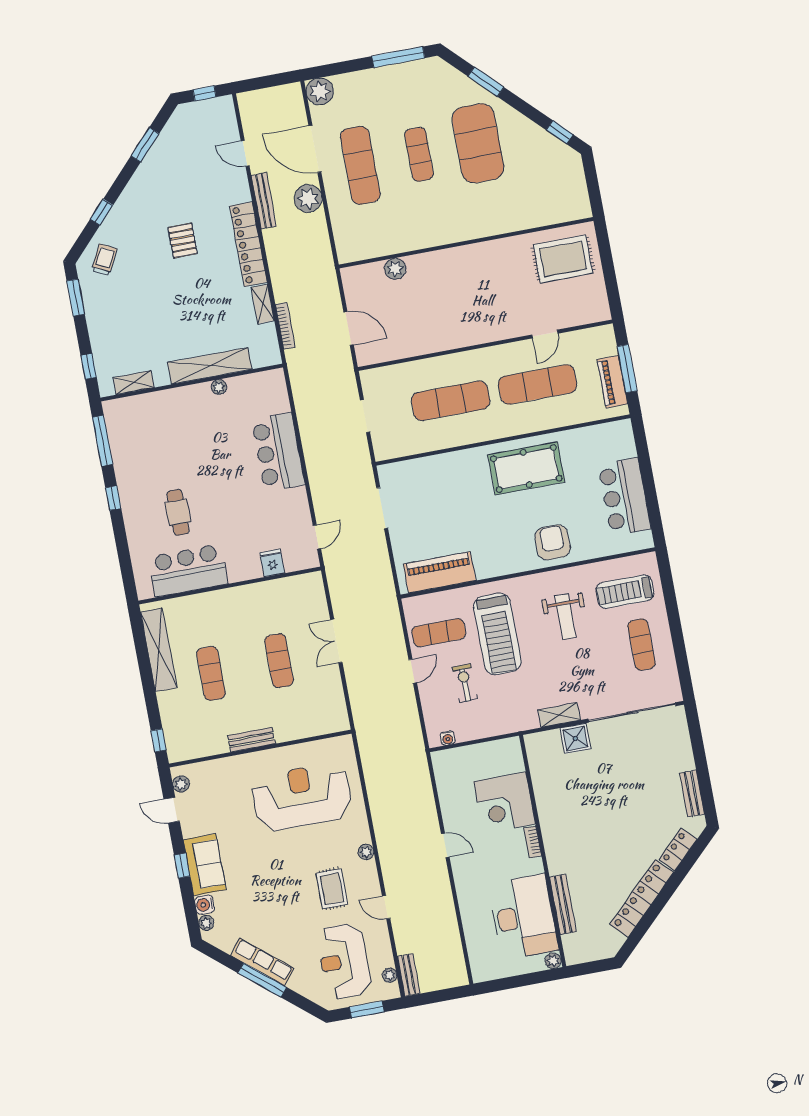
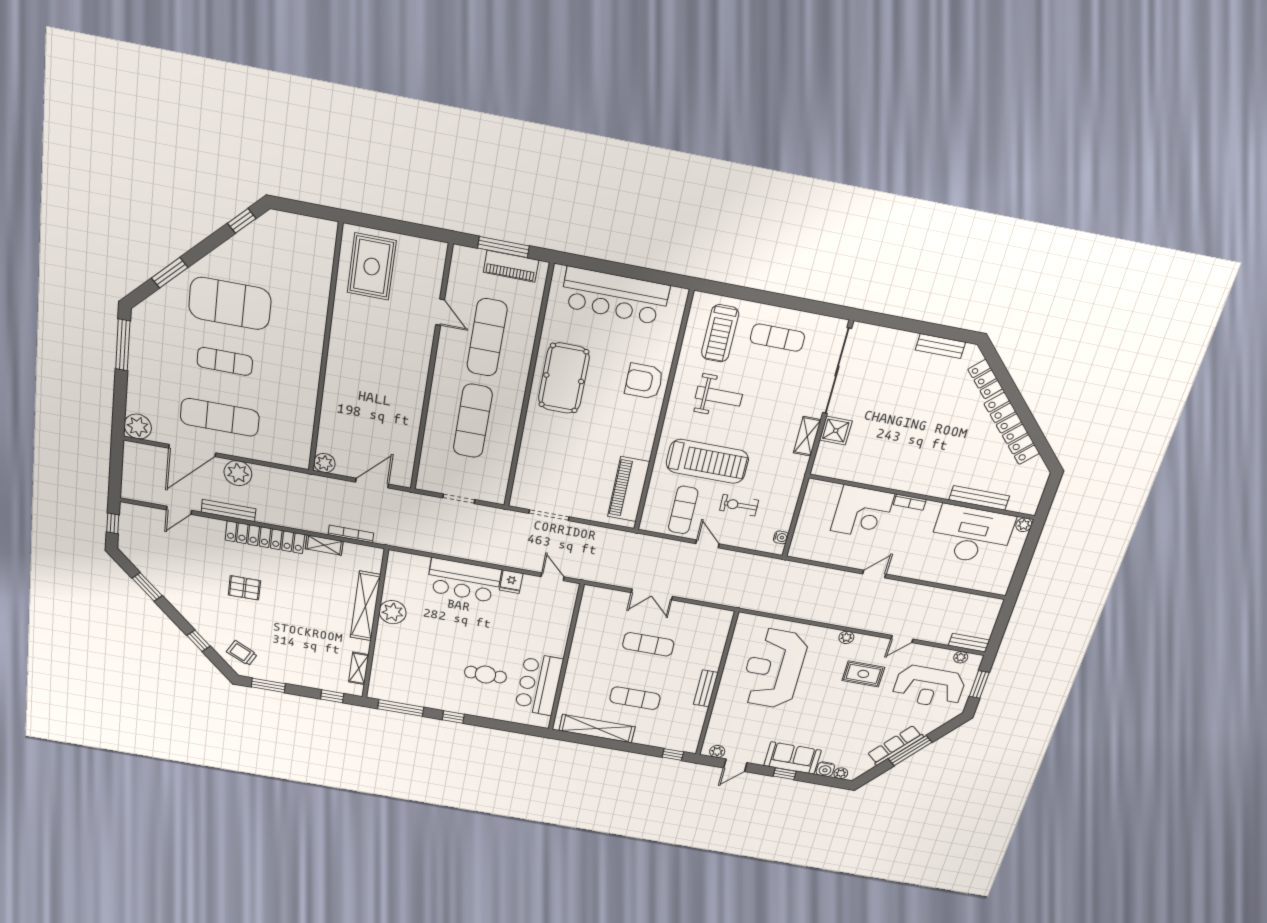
plant: (395, 269) -> (324, 463), moved
plant: (219, 387) -> (393, 612), width x1.88, depth x1.88
bar counter: (624, 497) -> (615, 296), width x1.36
fridge: (272, 563) -> (511, 582), moved, turned -90

